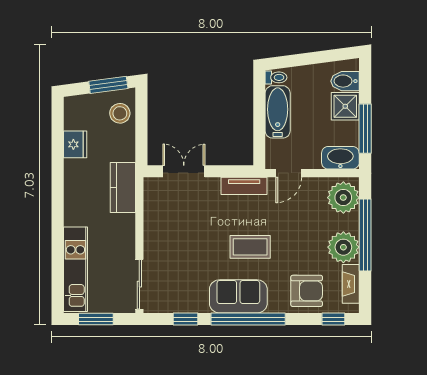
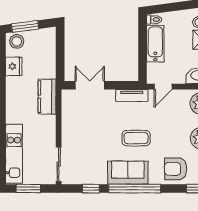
window: (108, 85) -> (25, 26), moved
stool: (120, 113) -> (17, 41), moved
armchair: (307, 291) -> (176, 169), turned 180

